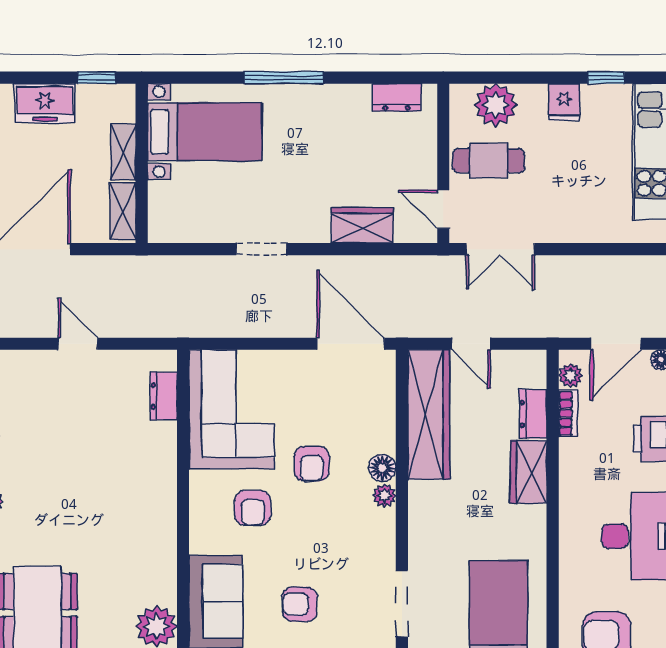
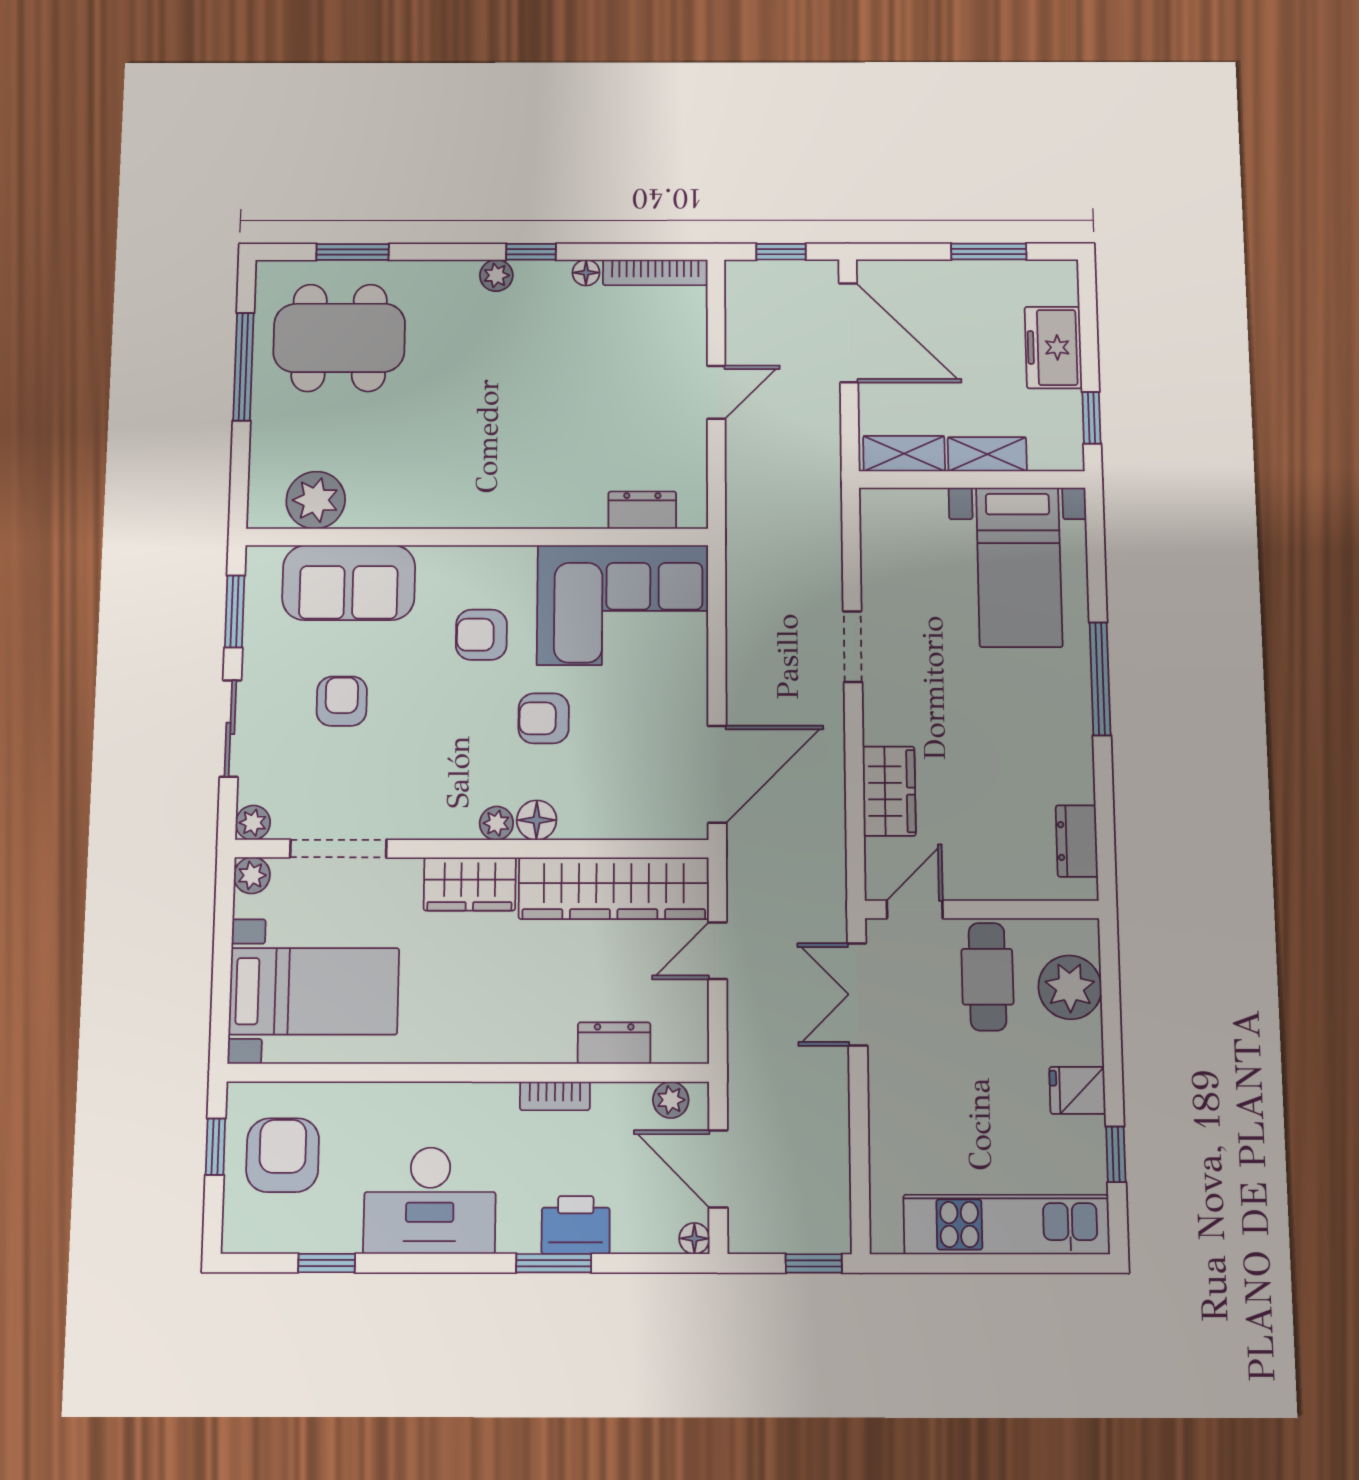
bookcase: (568, 413) -> (555, 1096), moved
wardrobe: (529, 472) -> (470, 884), moved, turned 180

